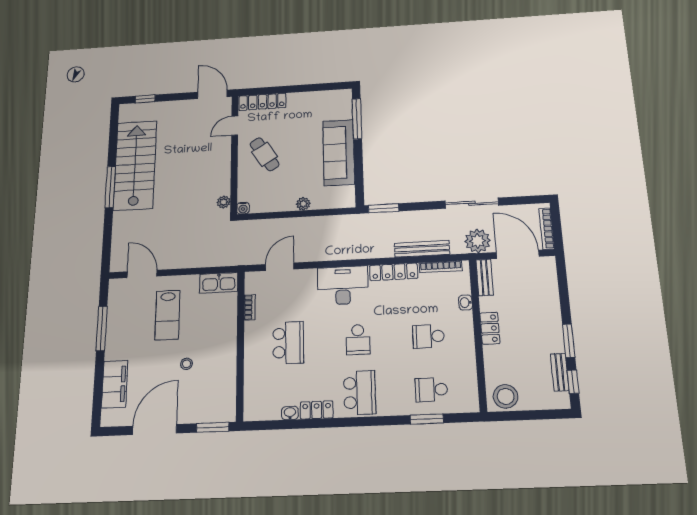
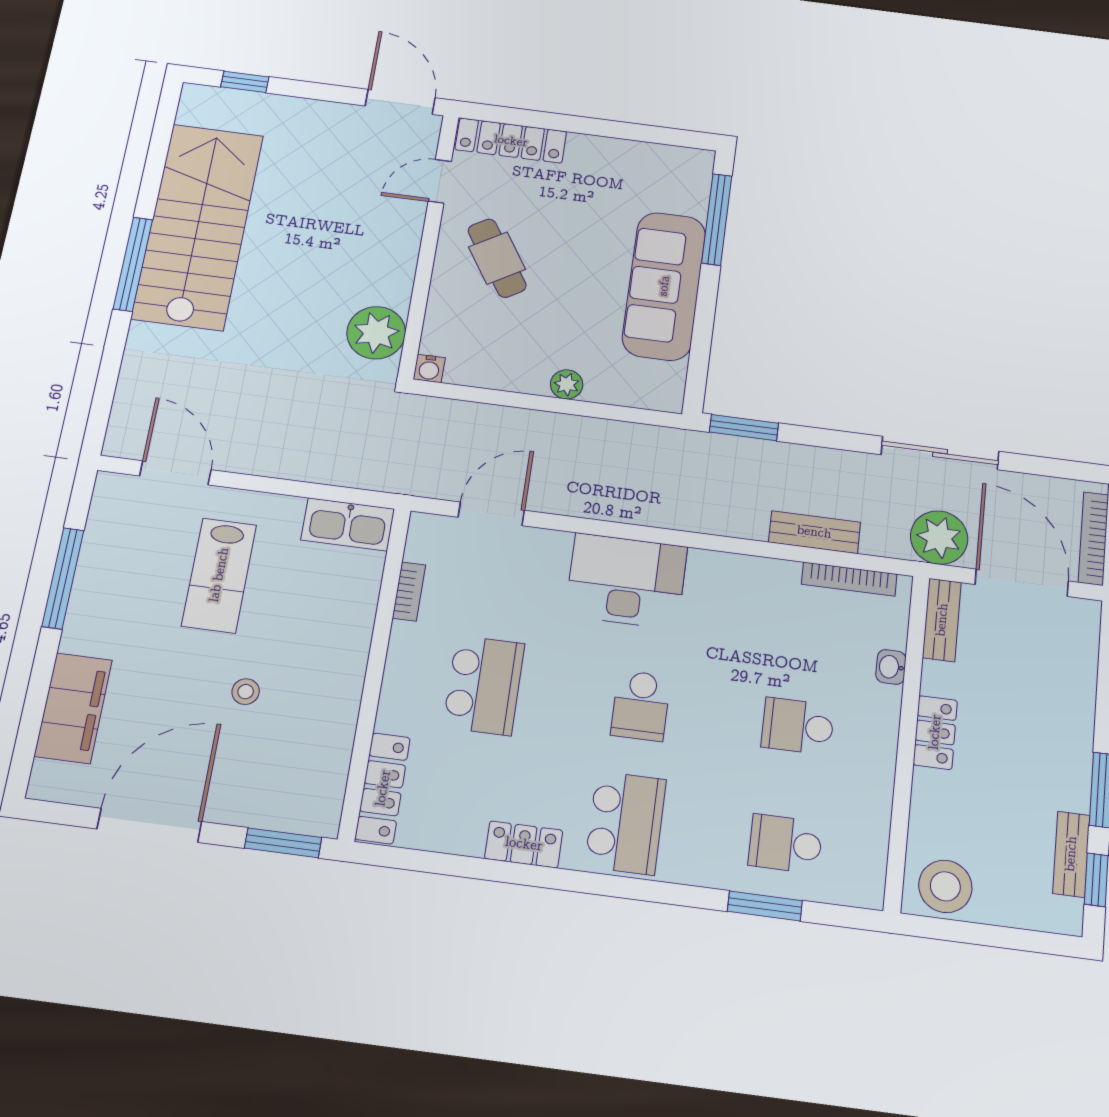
plant: (224, 202) -> (376, 333), width x1.88, depth x1.88
bench: (422, 249) -> (814, 532), width x0.73
locker: (394, 272) -> (383, 788), moved, turned -90
washbasin: (290, 413) -> (463, 841), removed

